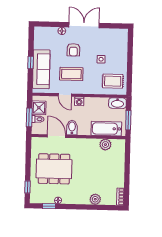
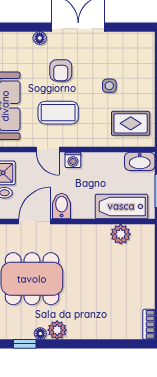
door: (56, 136) -> (35, 222), hinge flipped
plant: (95, 199) -> (57, 330), moved

